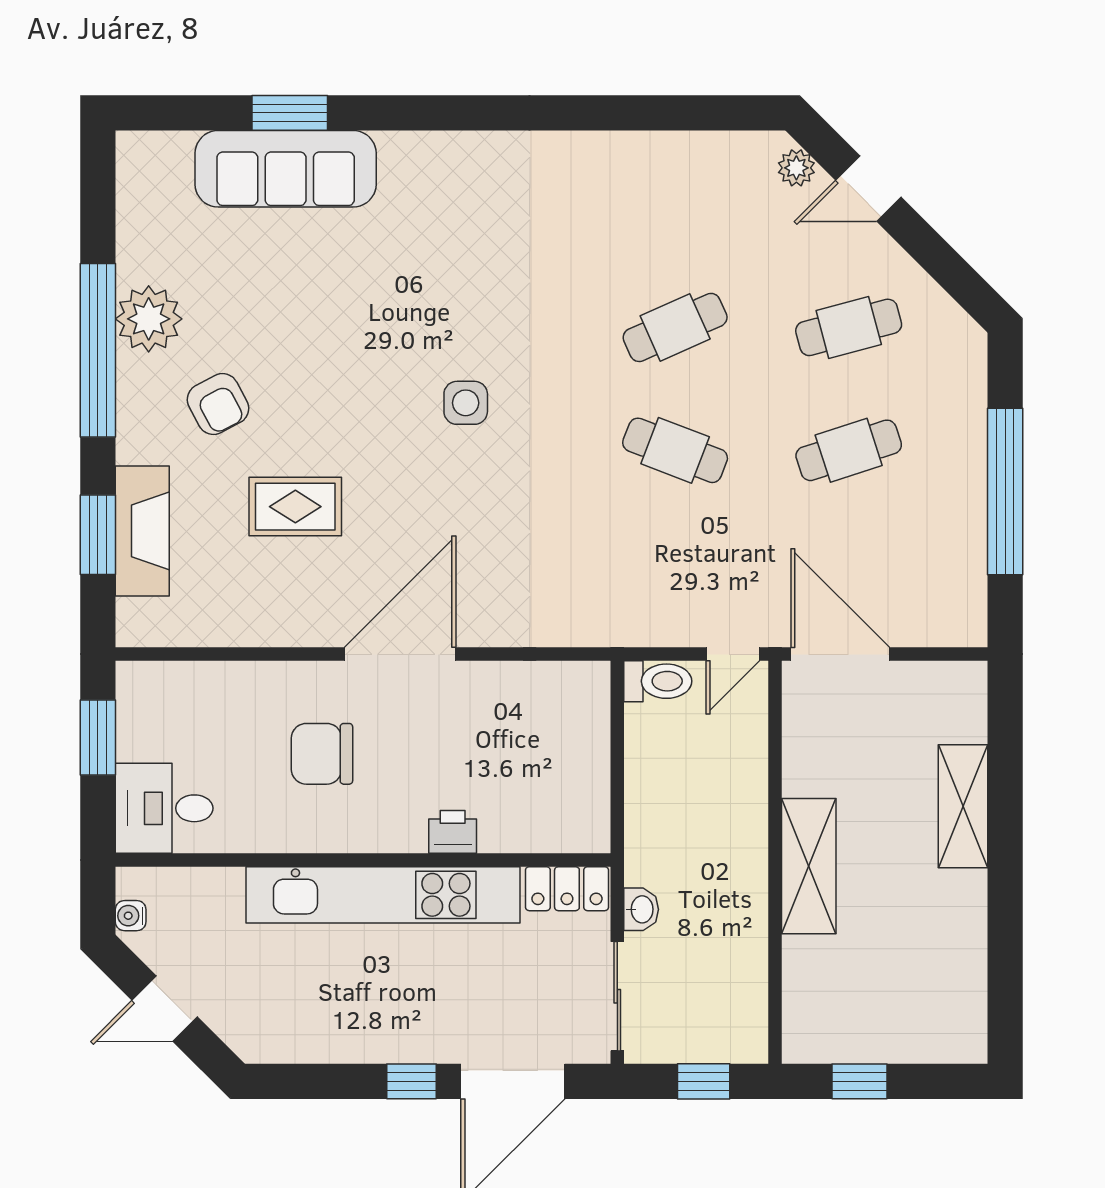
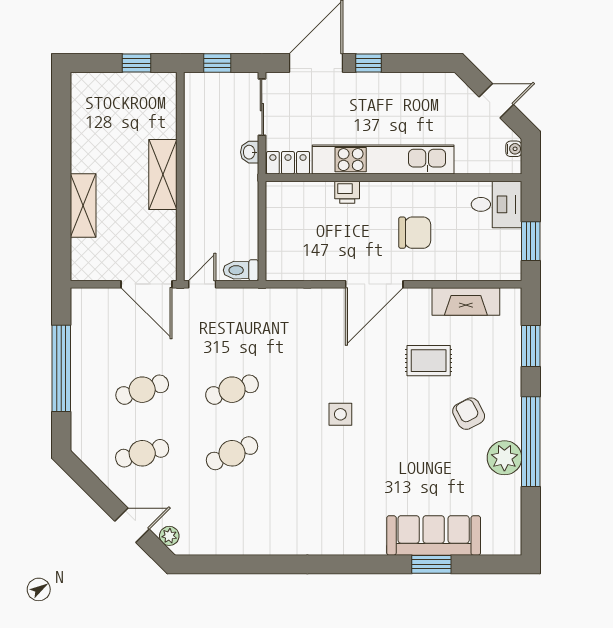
cafe table: (675, 450) -> (232, 390), turned -39
fireplace: (142, 531) -> (466, 302), moved, turned -90

